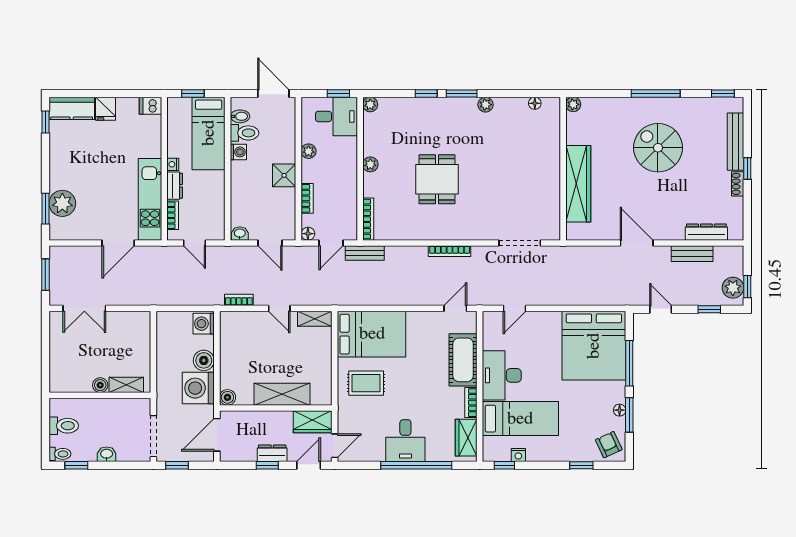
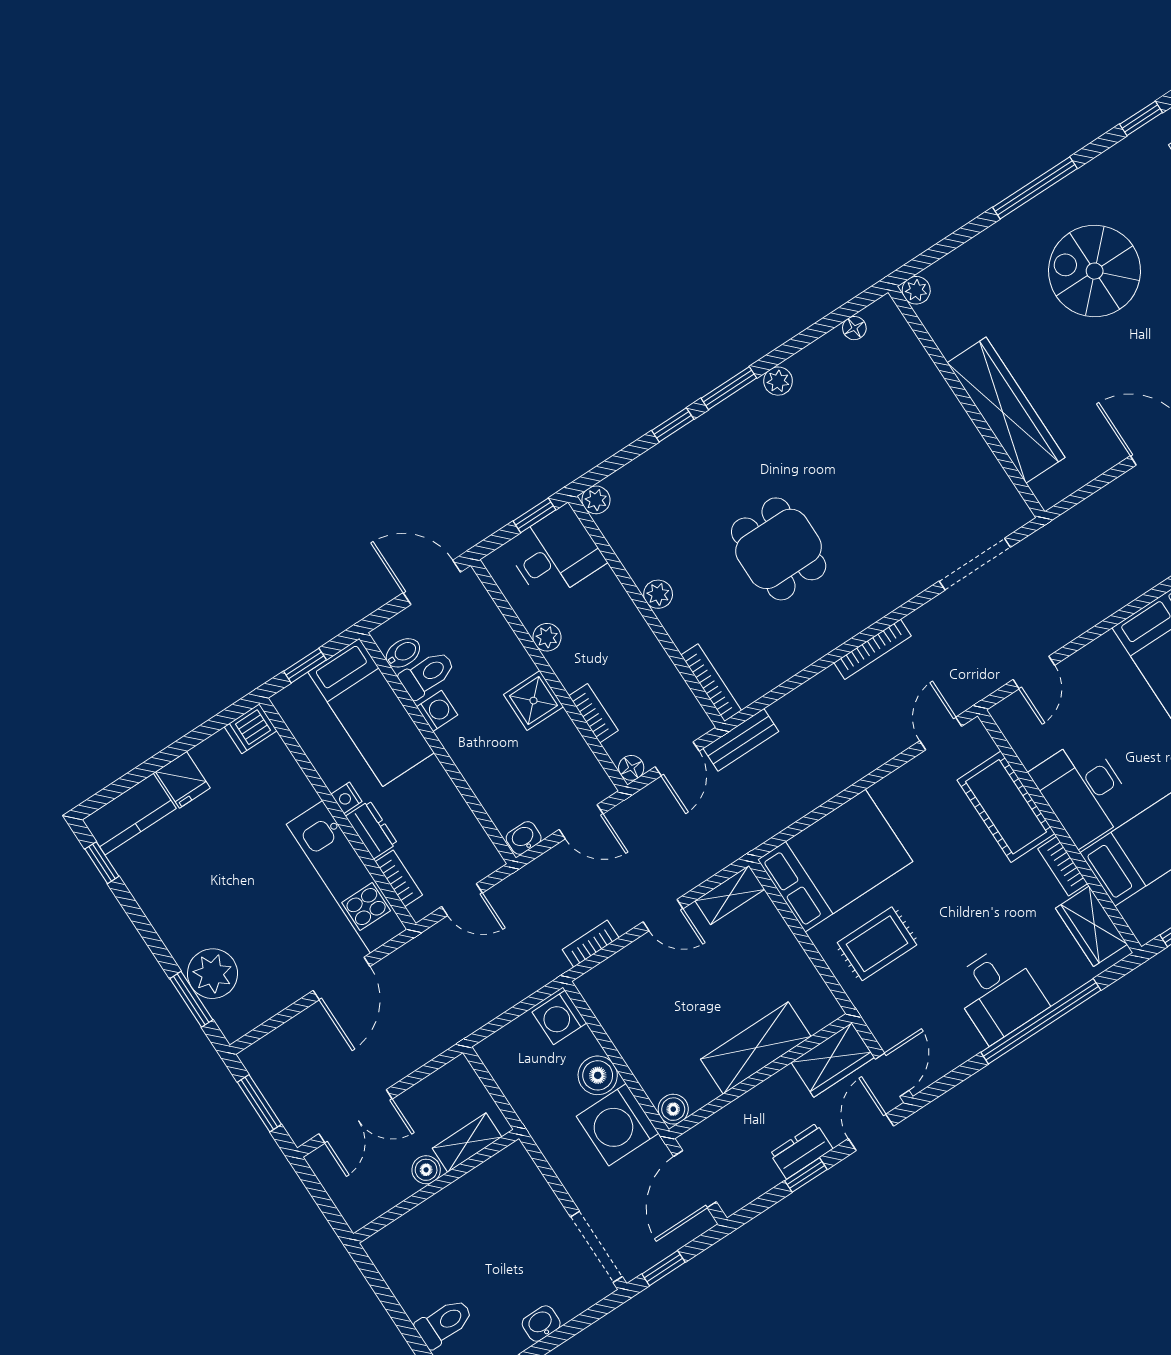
boiler: (100, 385) -> (426, 1170), moved
shelving: (126, 385) -> (467, 1143), moved
wall: (100, 395) -> (436, 1186), moved

